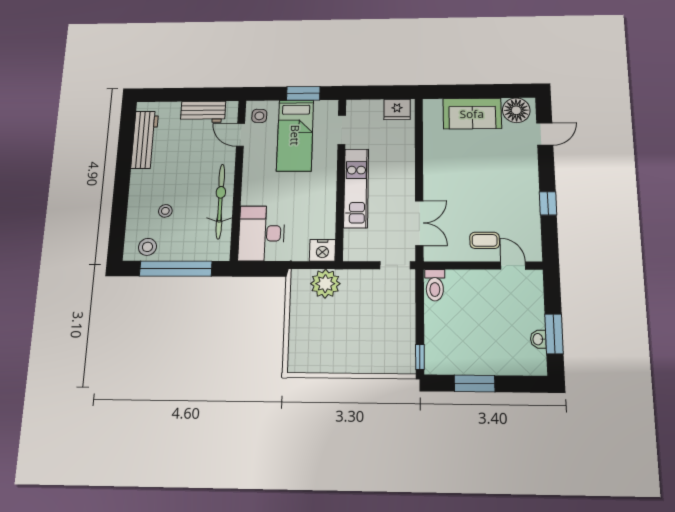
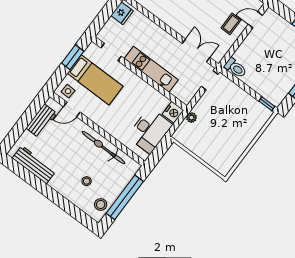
desk: (261, 233) -> (150, 131), moved, turned -90
plant: (325, 284) -> (191, 118), width x0.53, depth x0.53

